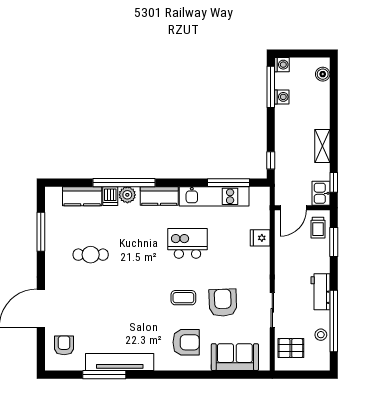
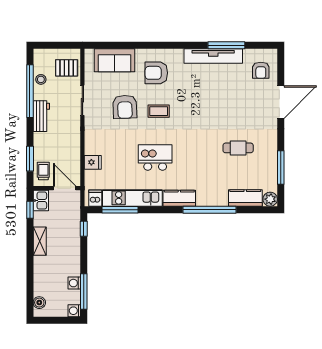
plant: (127, 195) -> (270, 199), moved
dishwasher: (110, 196) -> (95, 198), moved
door: (293, 208) -> (65, 188), hinge flipped
kitchen island: (187, 243) -> (155, 158), turned 180

